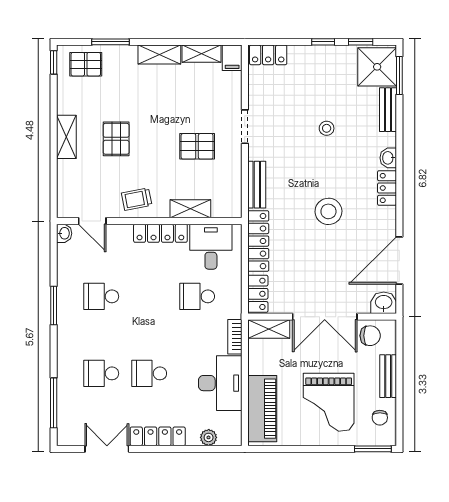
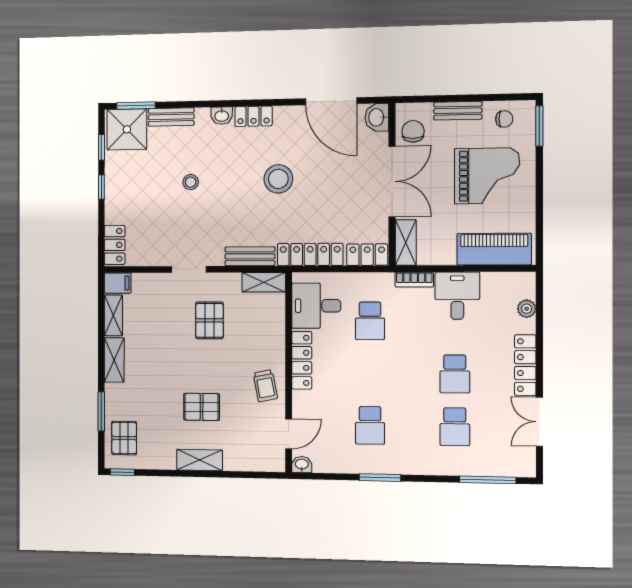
shelving: (190, 209) -> (264, 282), moved, turned 90
desk: (220, 383) -> (457, 296), width x0.73

